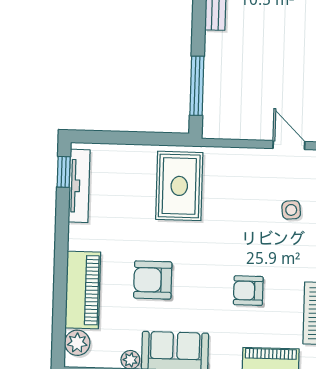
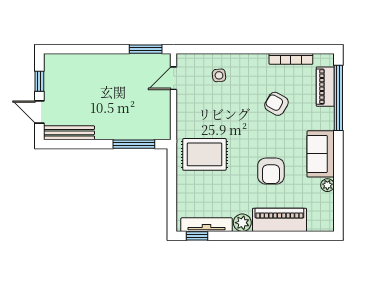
armchair: (248, 291) -> (276, 104), turned 120
plant: (77, 343) -> (242, 223), moved

